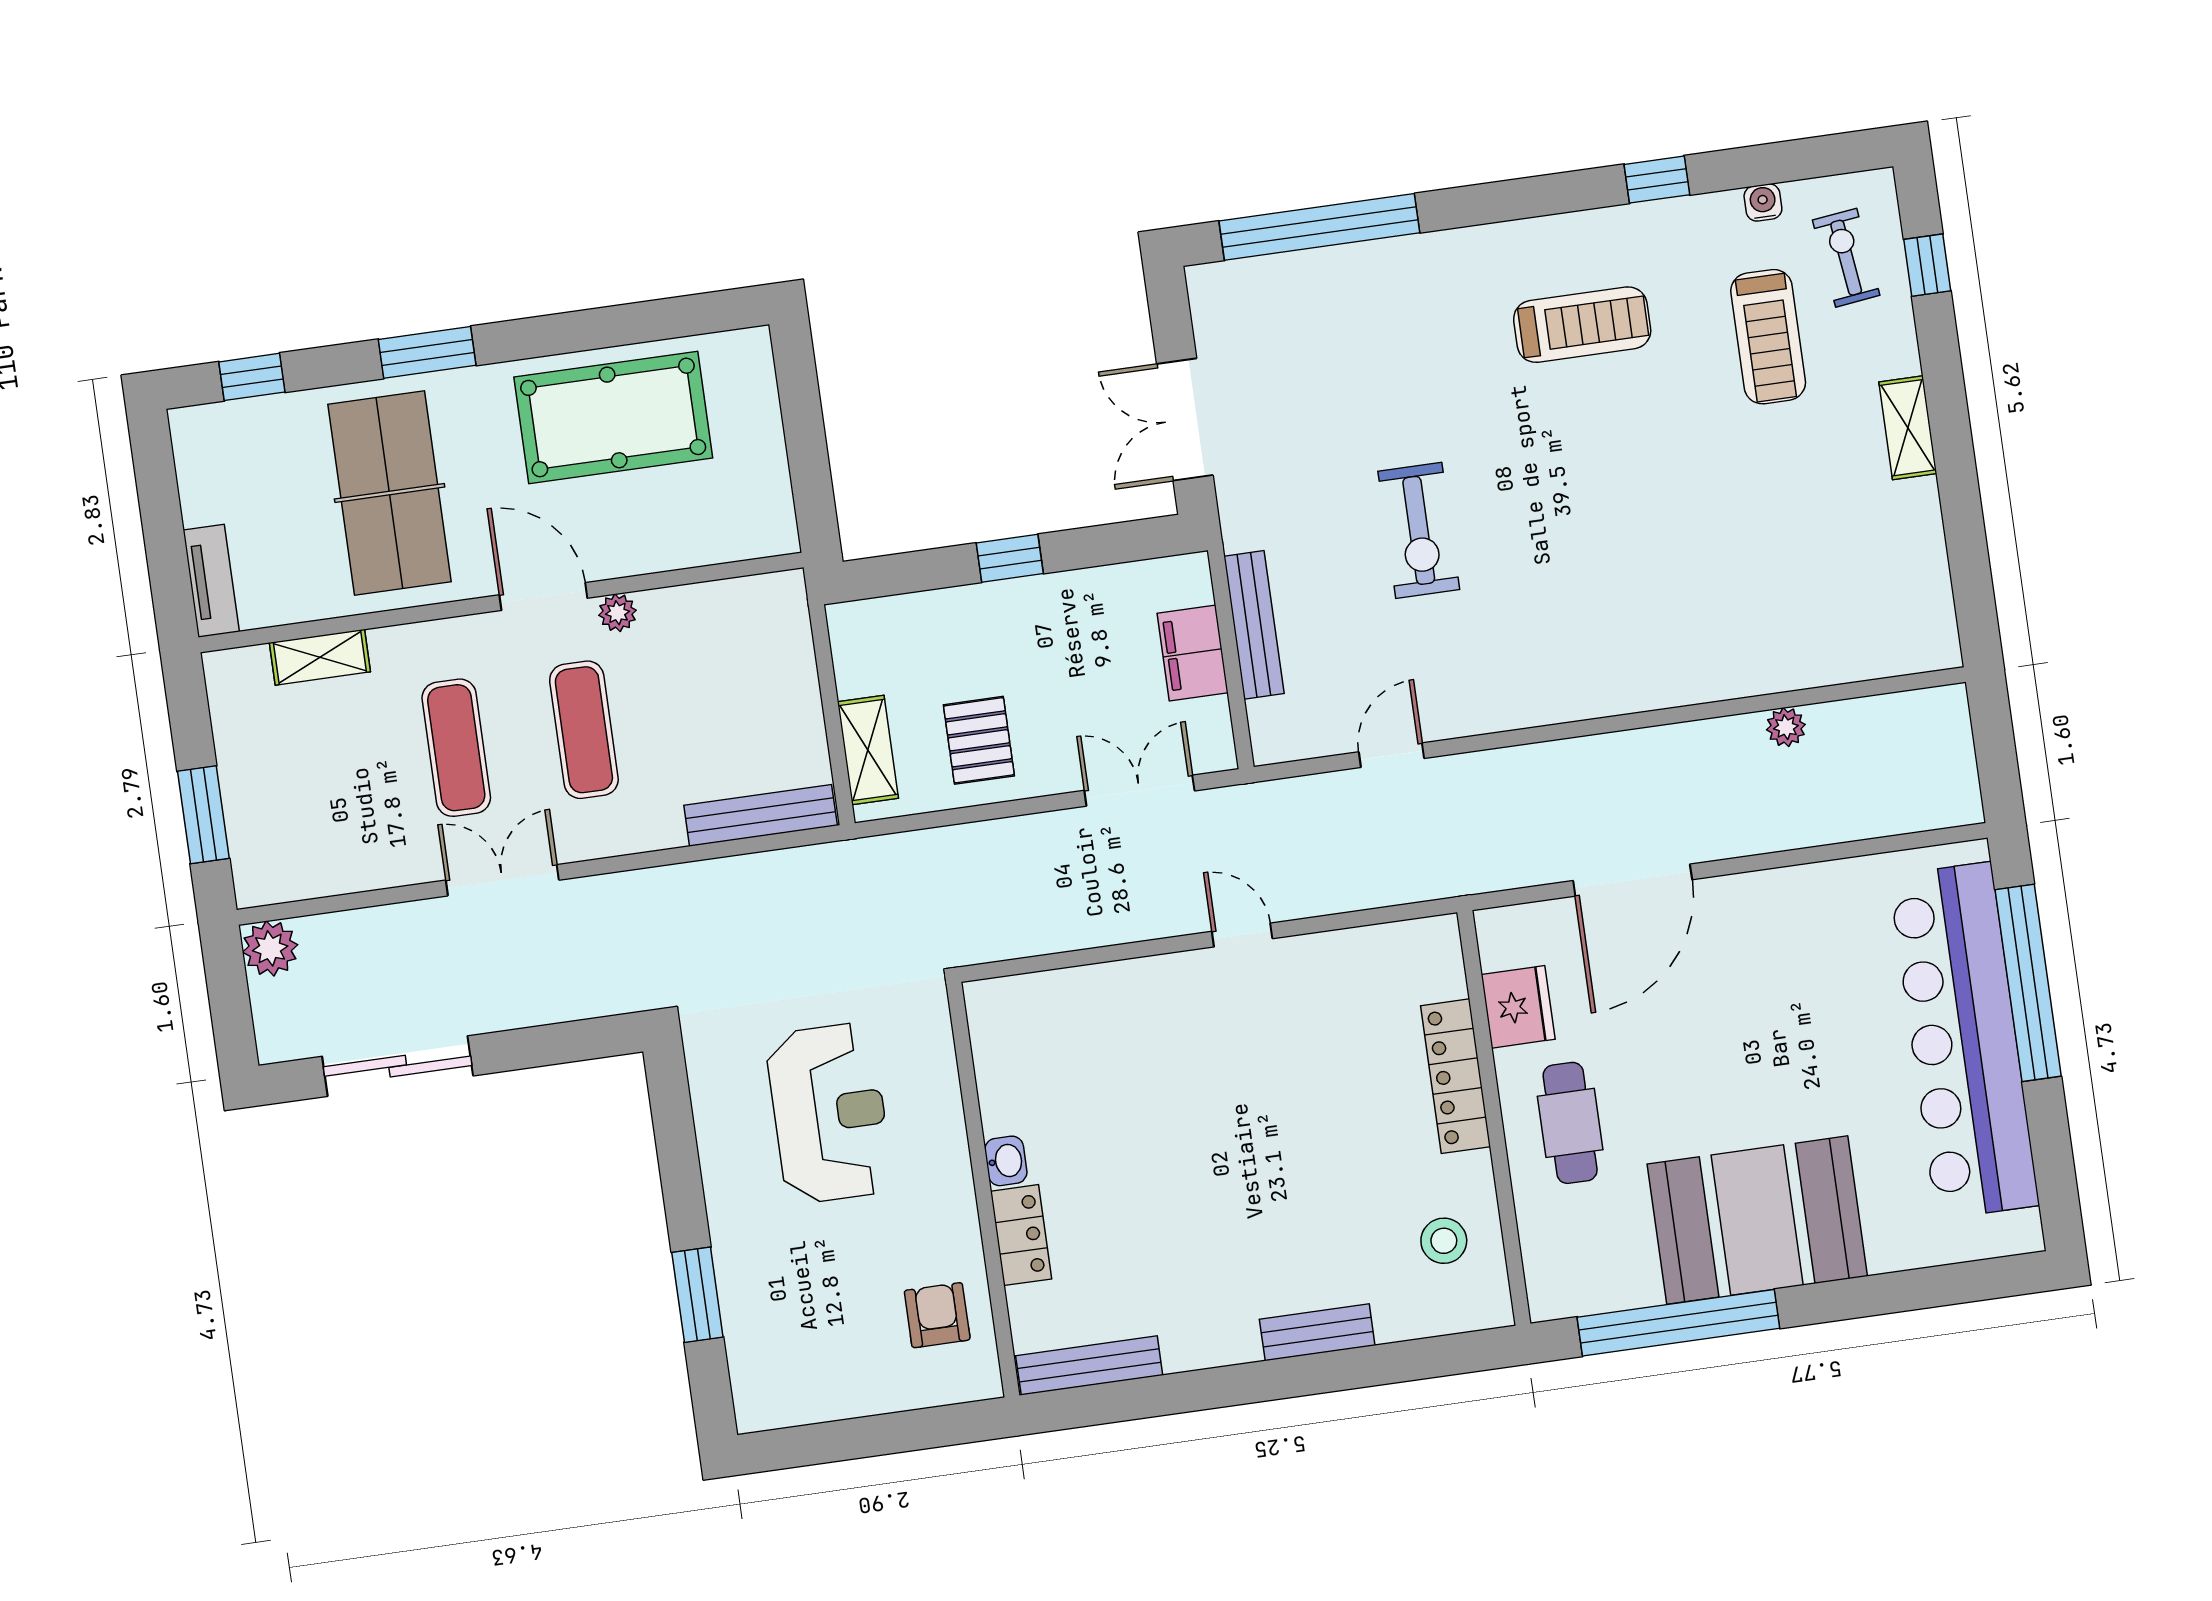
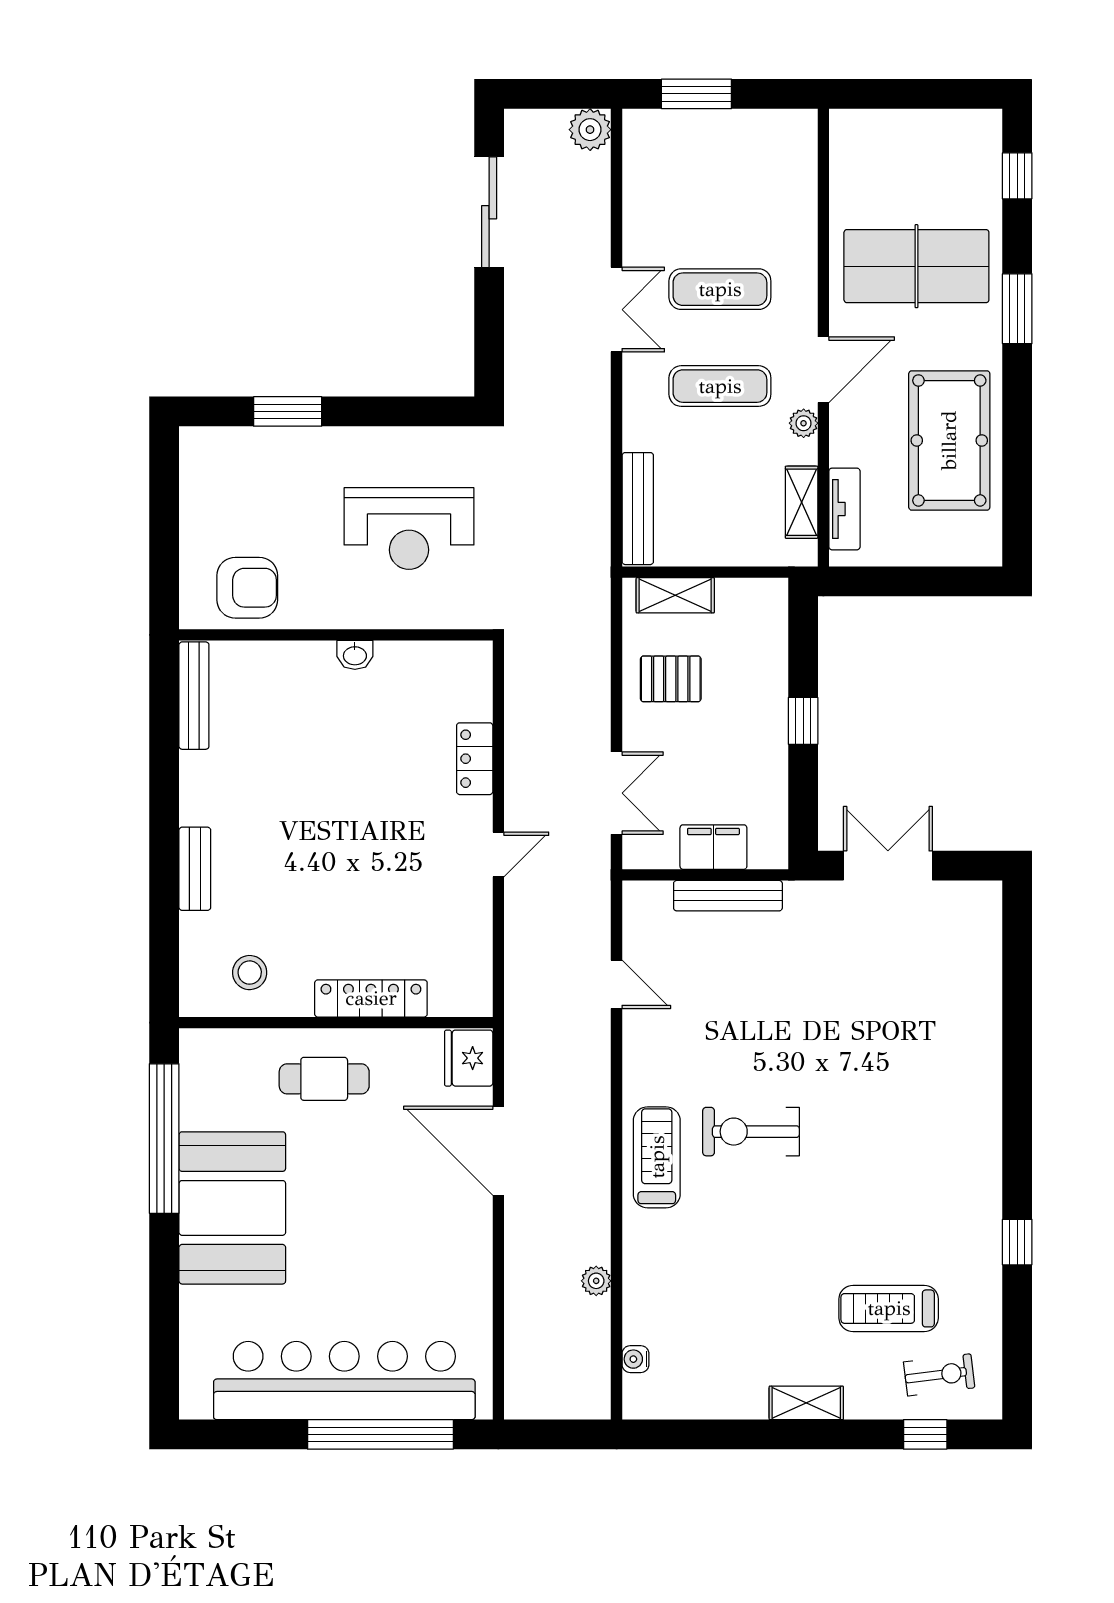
water cooler: (1763, 202) -> (635, 1359), moved, turned 180
window: (1319, 227) -> (1017, 986), removed
treadmill: (1582, 325) -> (657, 1157), moved, turned 180
exercise bike: (1419, 530) -> (751, 1132), moved
tv unit: (211, 581) -> (844, 509), moved, turned -90
shelving: (320, 657) -> (802, 502), moved
fridge: (1518, 1007) -> (469, 1058), moved, turned 90
locker: (1021, 1235) -> (475, 759), moved, turned 90
armchair: (937, 1315) -> (247, 588), width x1.38, depth x1.38

